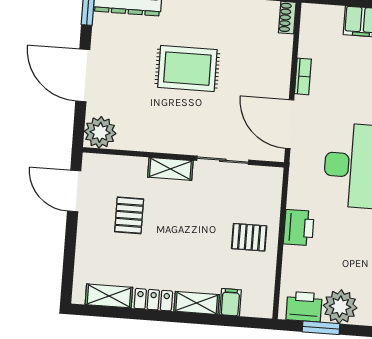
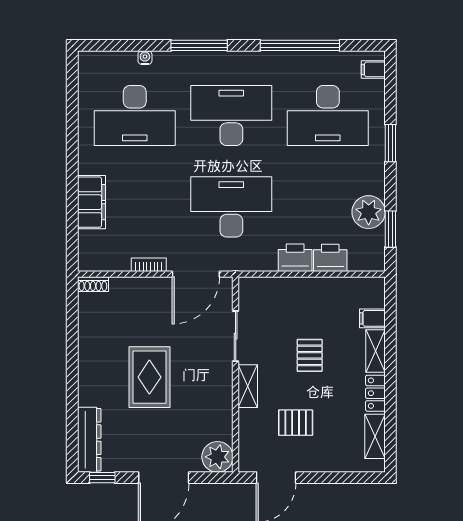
pallet: (249, 237) -> (310, 355), moved
printer: (304, 307) -> (330, 258), moved, turned 90

